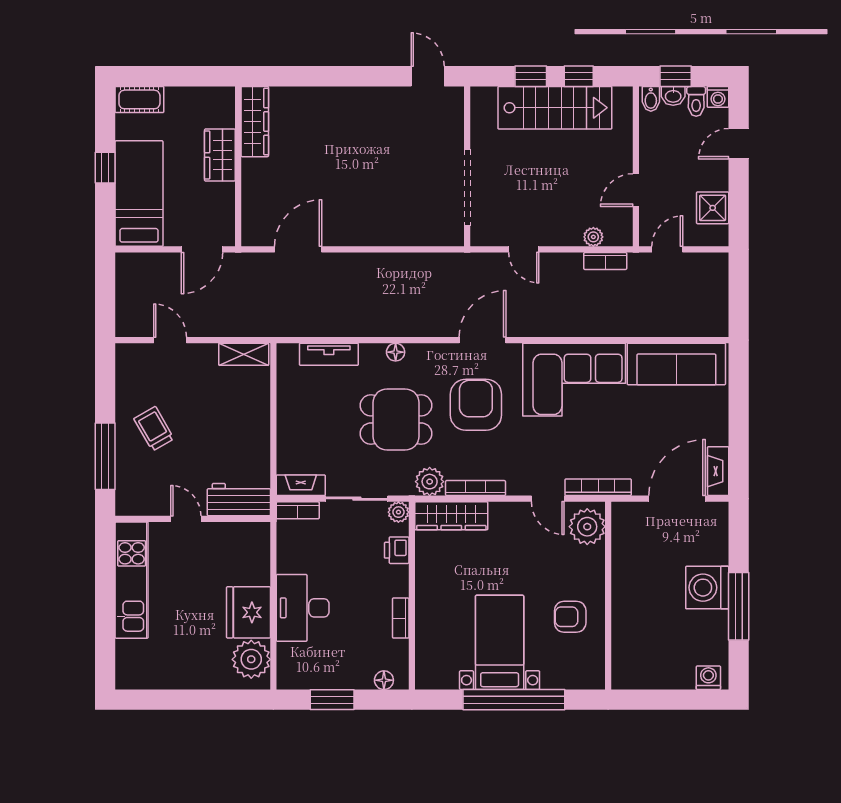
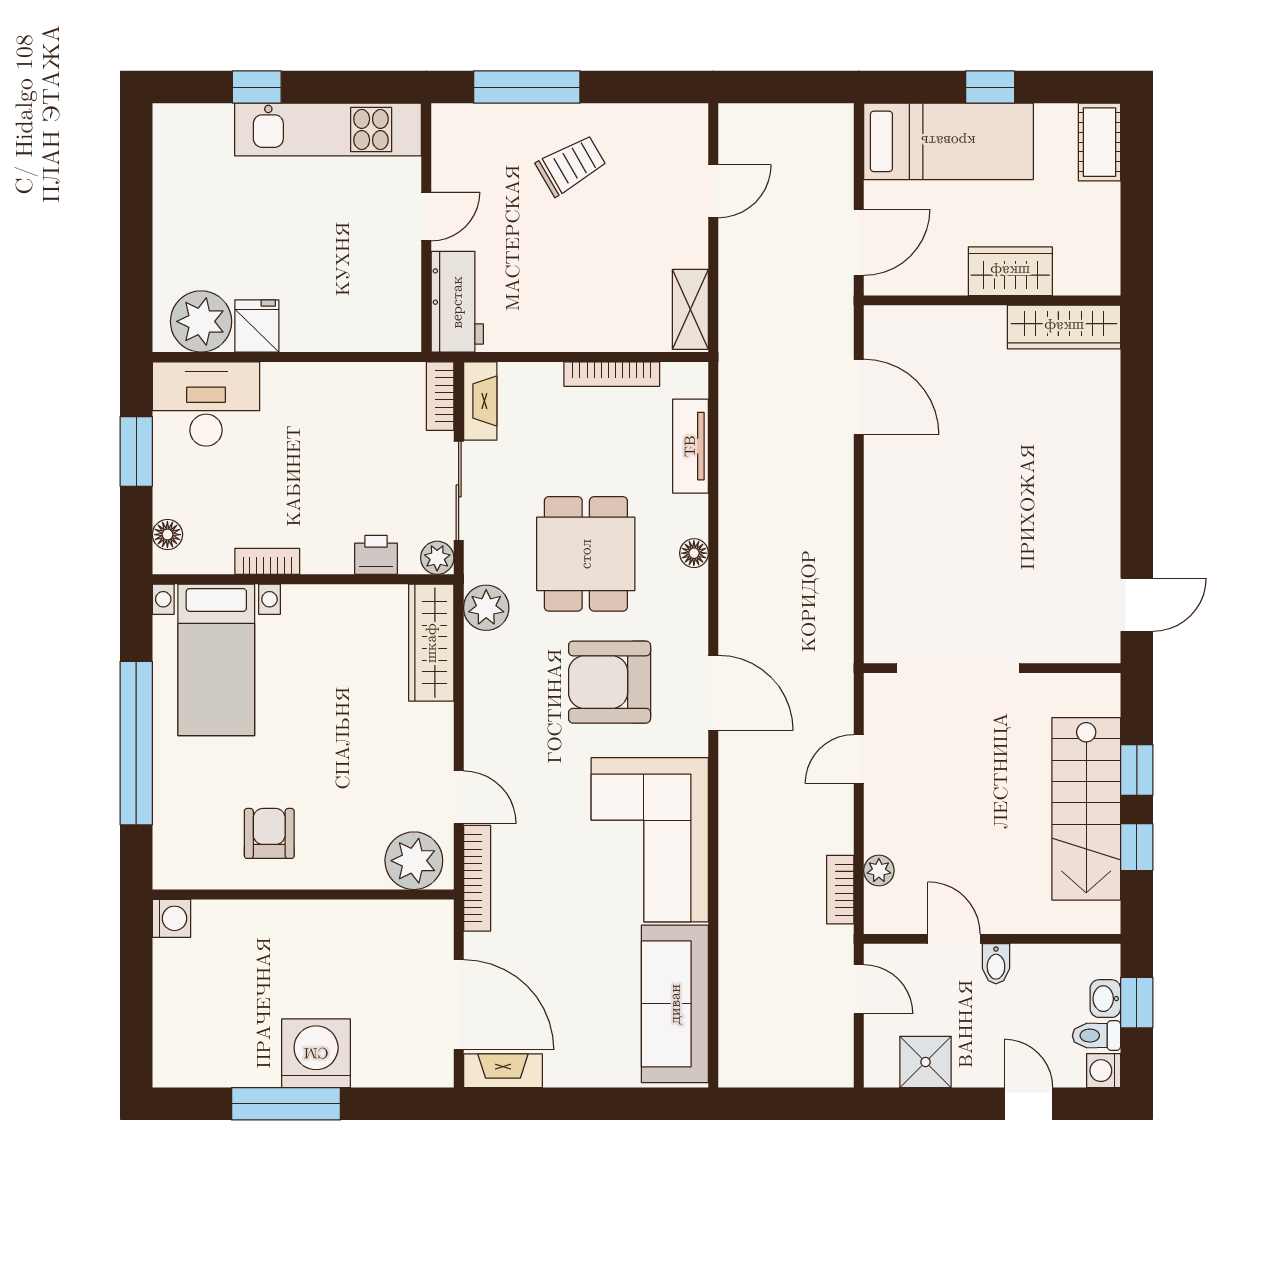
bidet: (651, 99) -> (996, 964), moved, turned -90
door: (202, 249) -> (859, 242), swing flipped
armchair: (476, 405) -> (610, 682), turned 180
bookcase: (476, 488) -> (612, 374), moved, turned 90
door: (548, 499) -> (459, 797), swing flipped
desk: (303, 608) -> (206, 404), moved
fridge: (248, 612) -> (257, 326), width x0.53, depth x0.75
window: (105, 625) -> (257, 87), added
bed with nightstands: (500, 642) -> (216, 660), moved, turned 90
washing machine: (708, 678) -> (171, 918), moved

